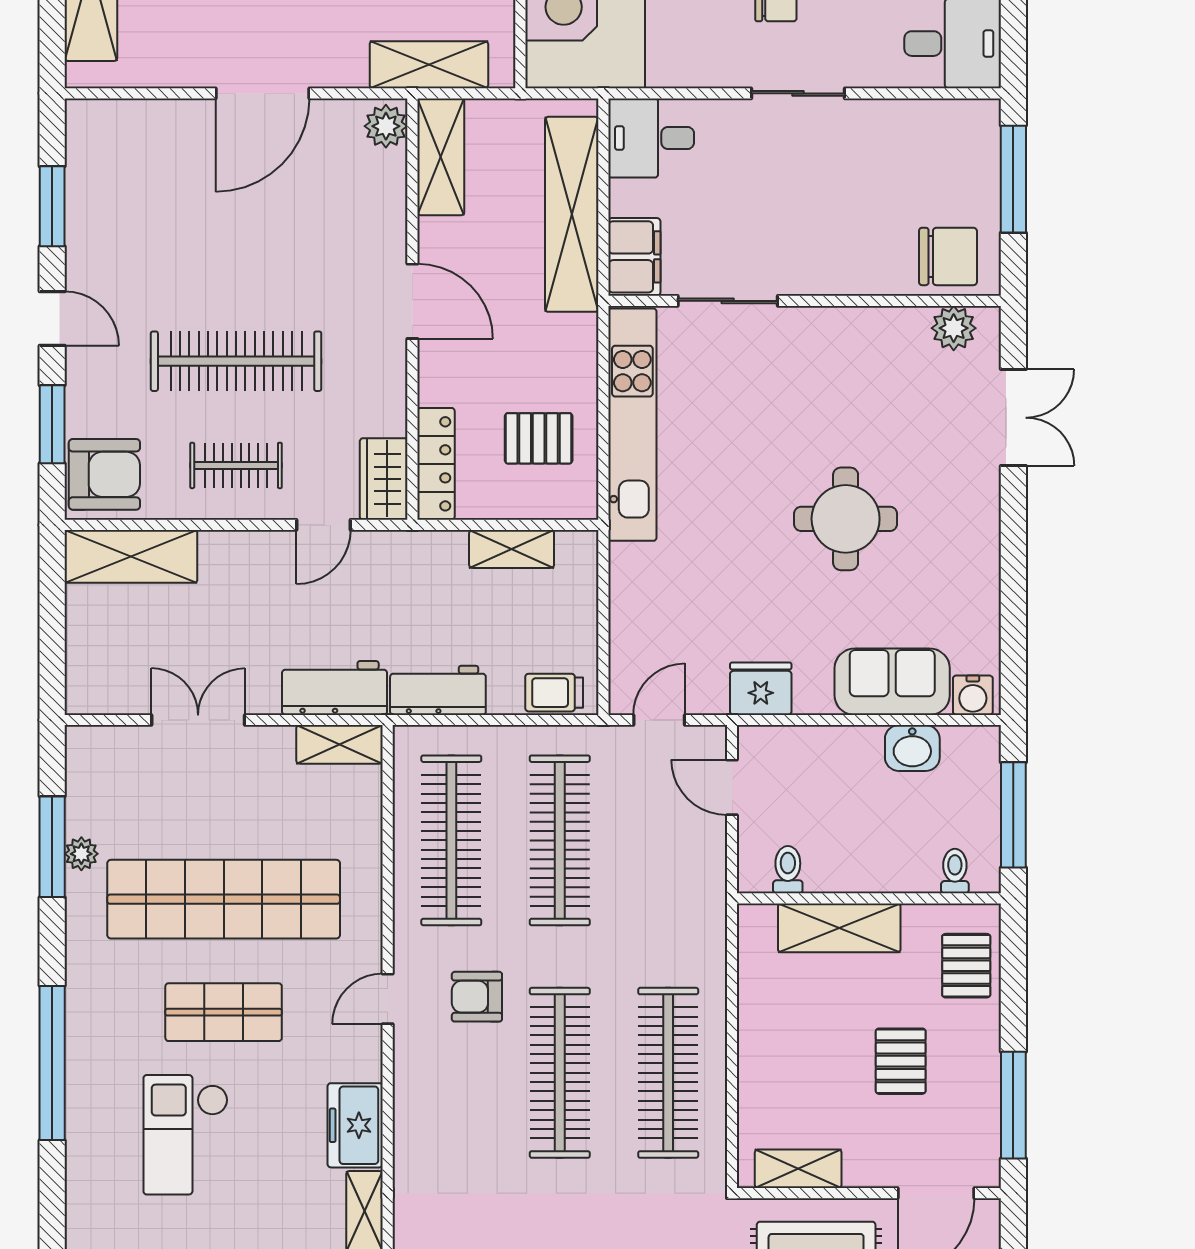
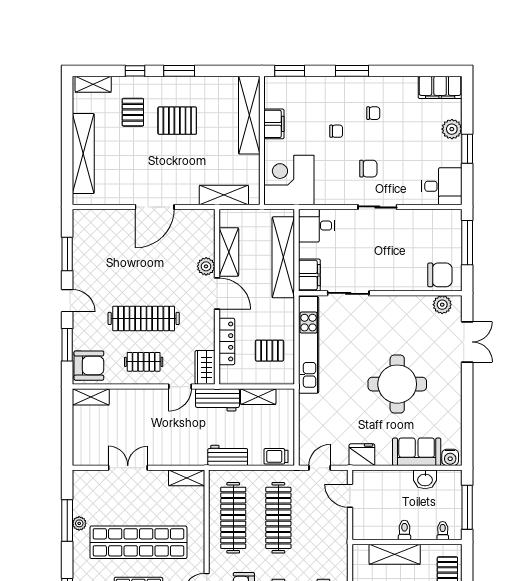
plant: (386, 126) -> (206, 266), moved
shelving: (441, 157) -> (229, 252), moved
locker: (436, 464) -> (227, 341), moved
round table: (846, 519) -> (397, 384), width x1.36, depth x1.36
shelving: (131, 556) -> (91, 397), width x0.67, depth x0.75
workbench: (335, 688) -> (217, 400), moved, turned 180
toilet: (788, 870) -> (404, 530), moved

